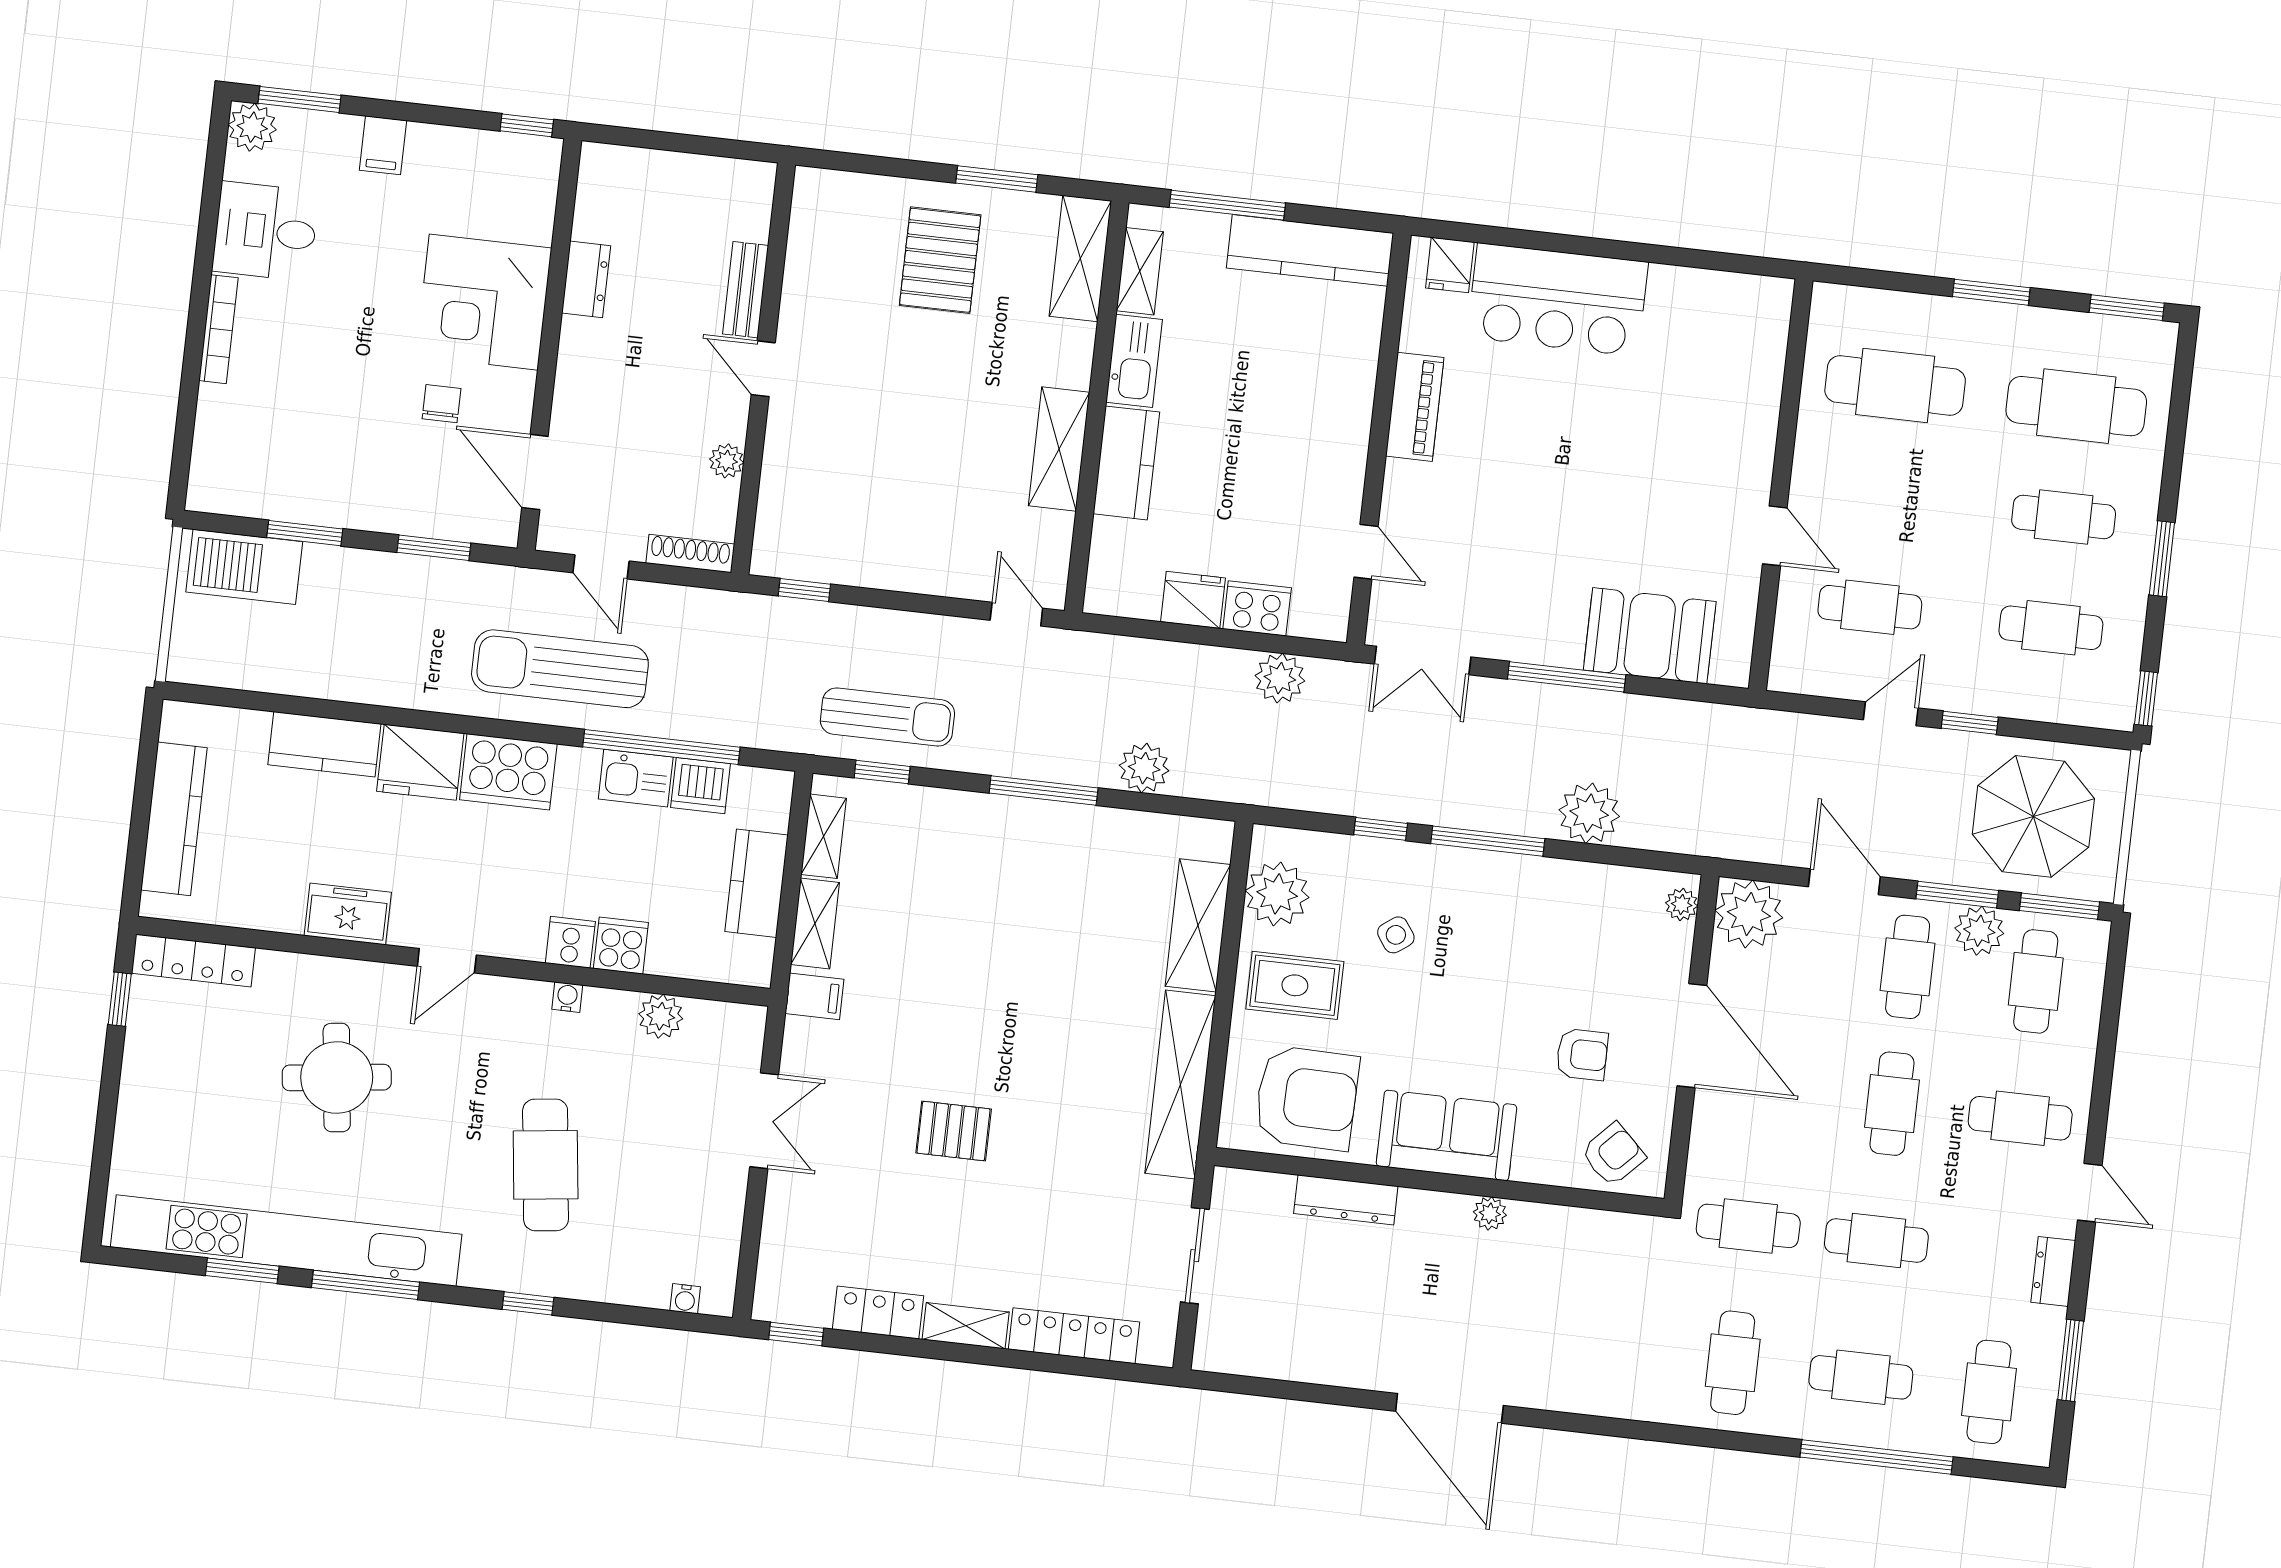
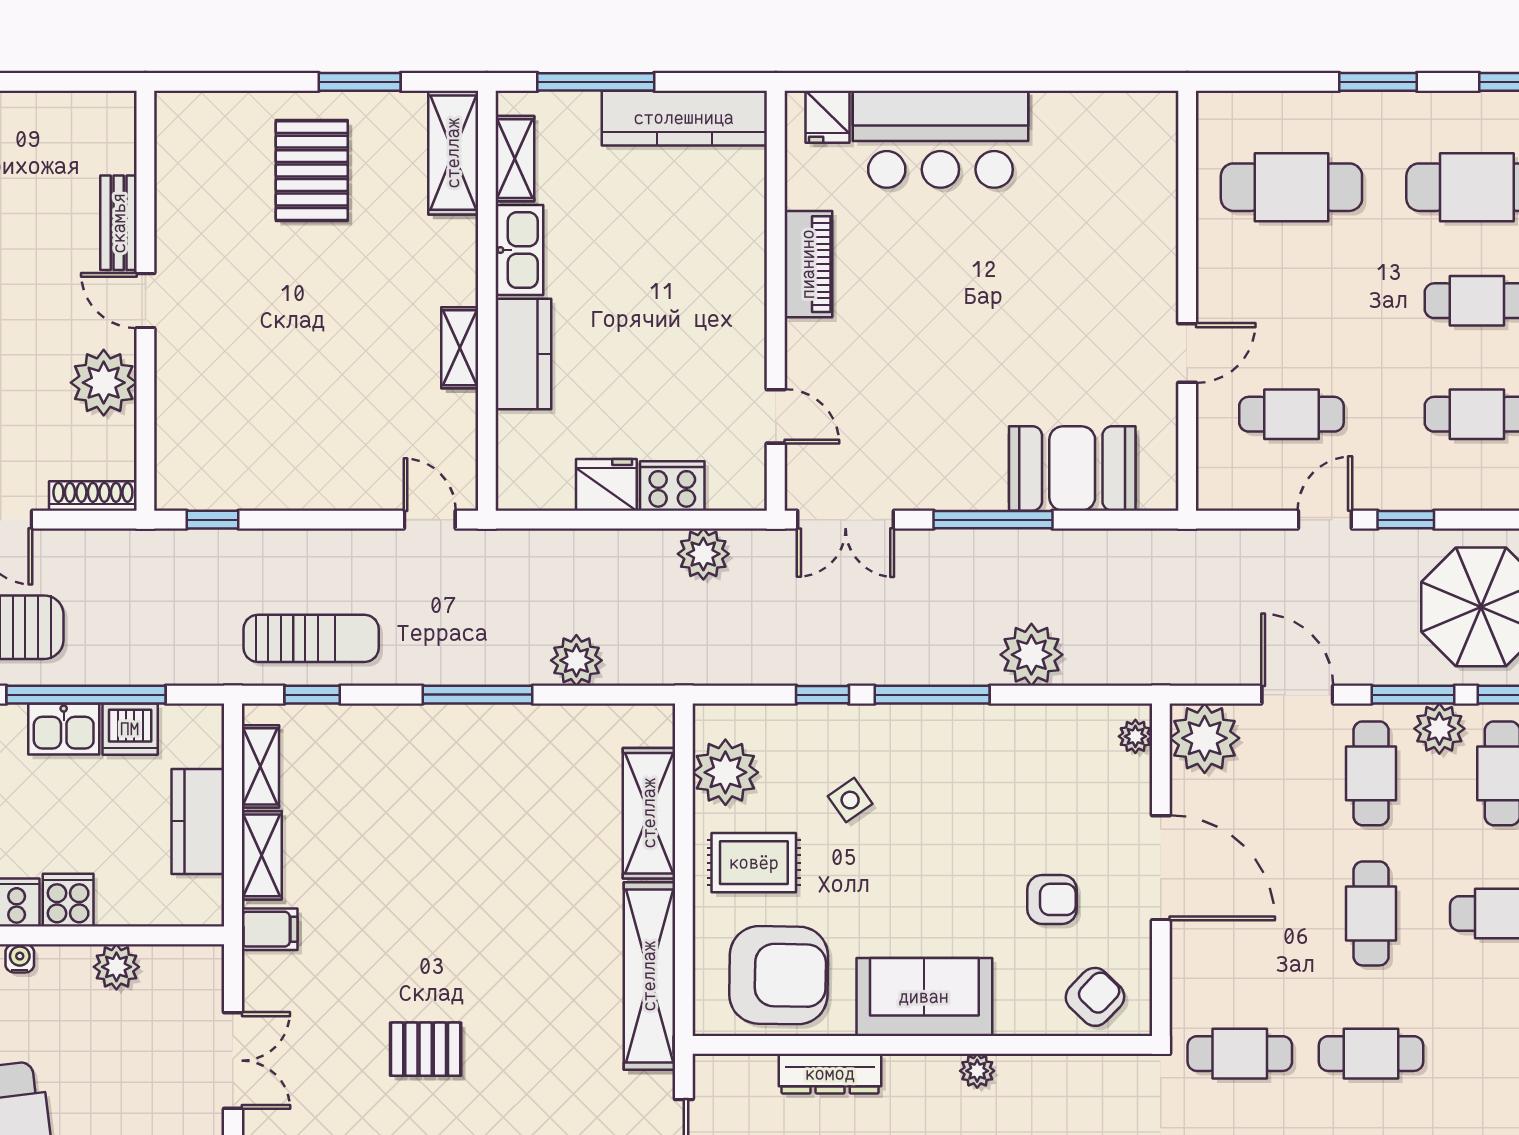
shelving: (1059, 449) -> (460, 348), width x0.67, depth x0.75
plant: (727, 461) -> (104, 383), width x1.88, depth x1.88
door: (1775, 536) -> (1187, 353), hinge flipped

